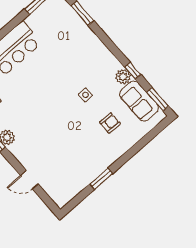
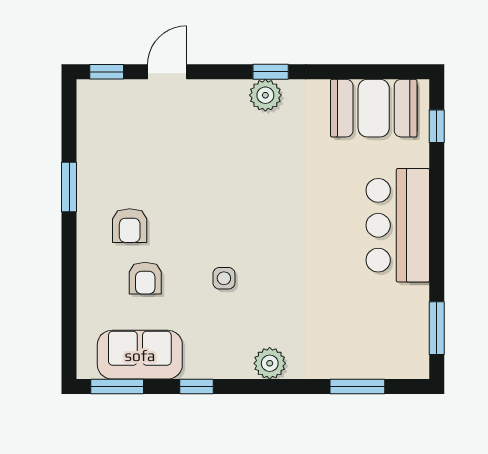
plant: (123, 77) -> (270, 363), moved
armchair: (96, 145) -> (130, 226), added
window: (48, 201) -> (107, 72), added

